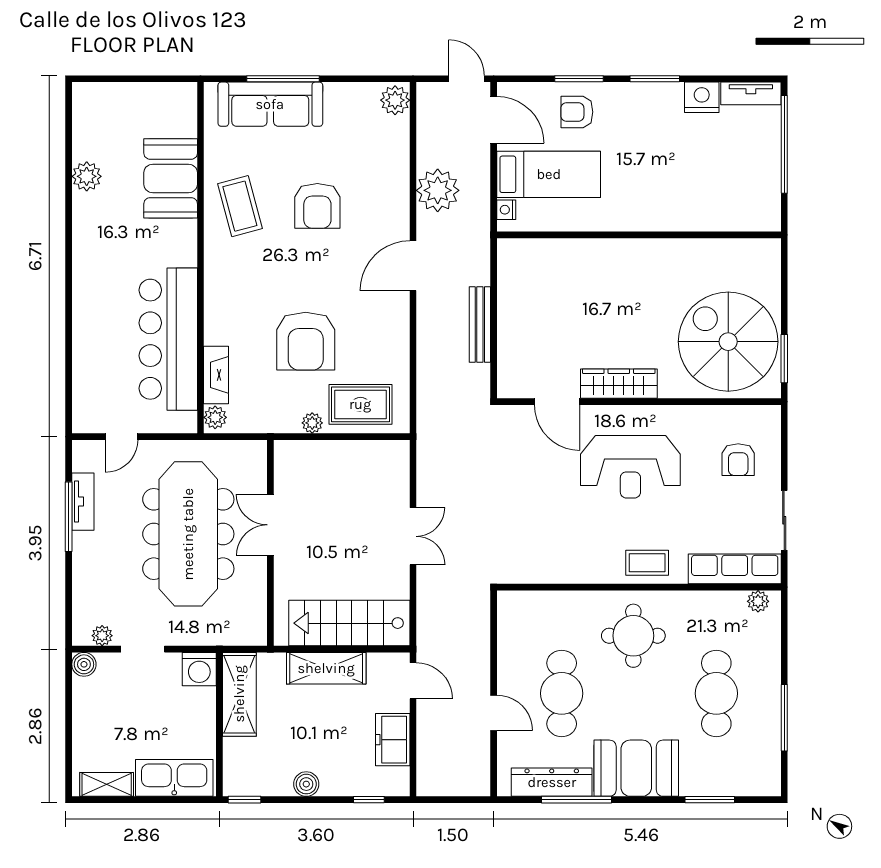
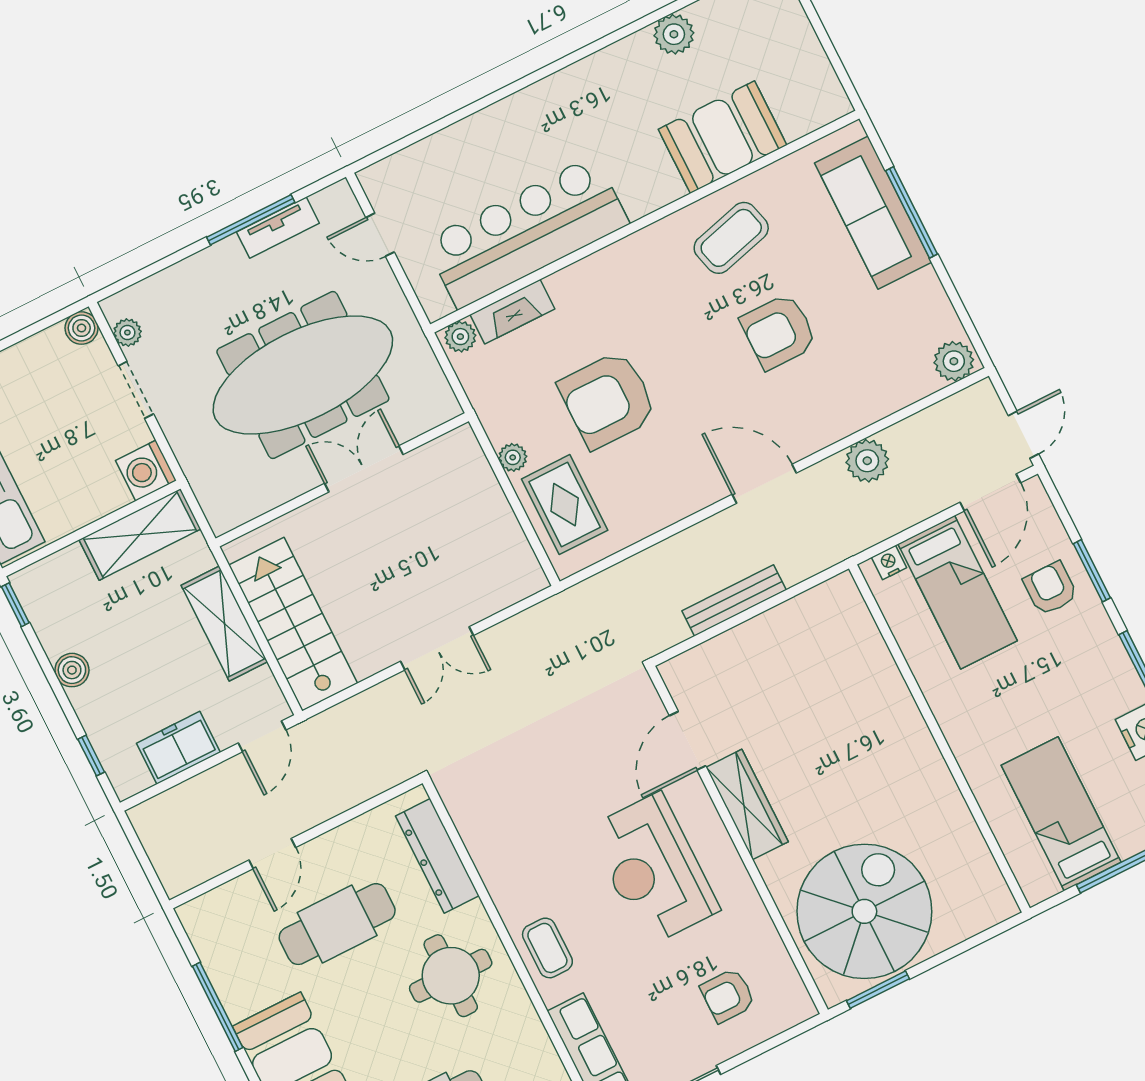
bed: (729, 180) -> (1061, 814), added
plant: (438, 190) -> (867, 461), width x0.73, depth x0.73
dresser: (552, 782) -> (437, 856), moved, turned 180

